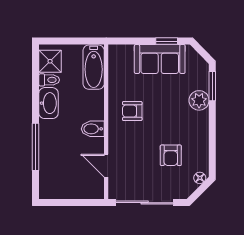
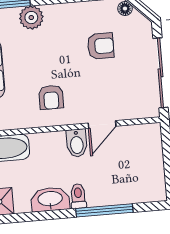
toilet: (49, 80) -> (78, 196), moved
door: (106, 166) -> (102, 125), moved

